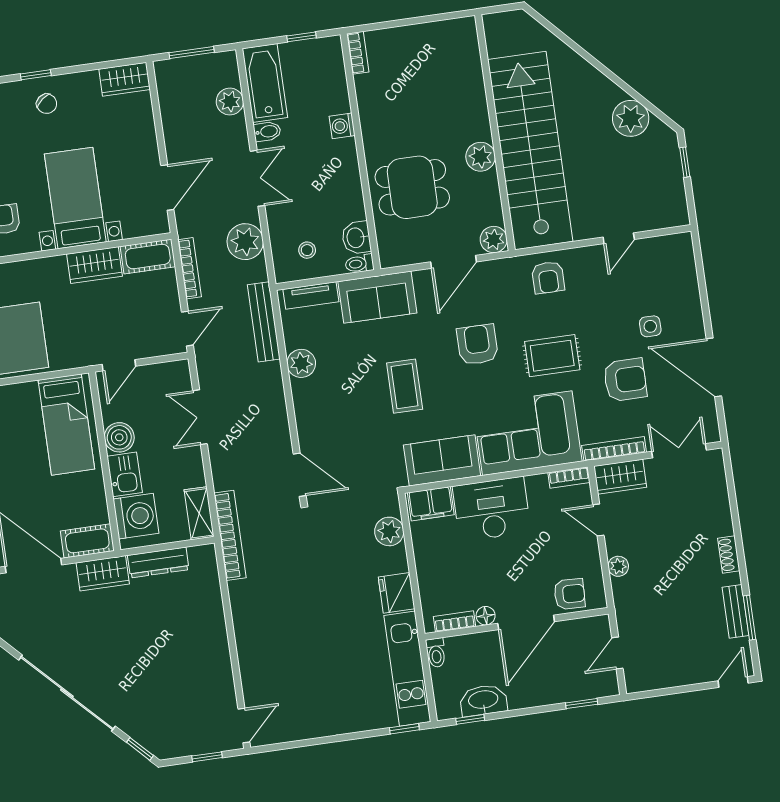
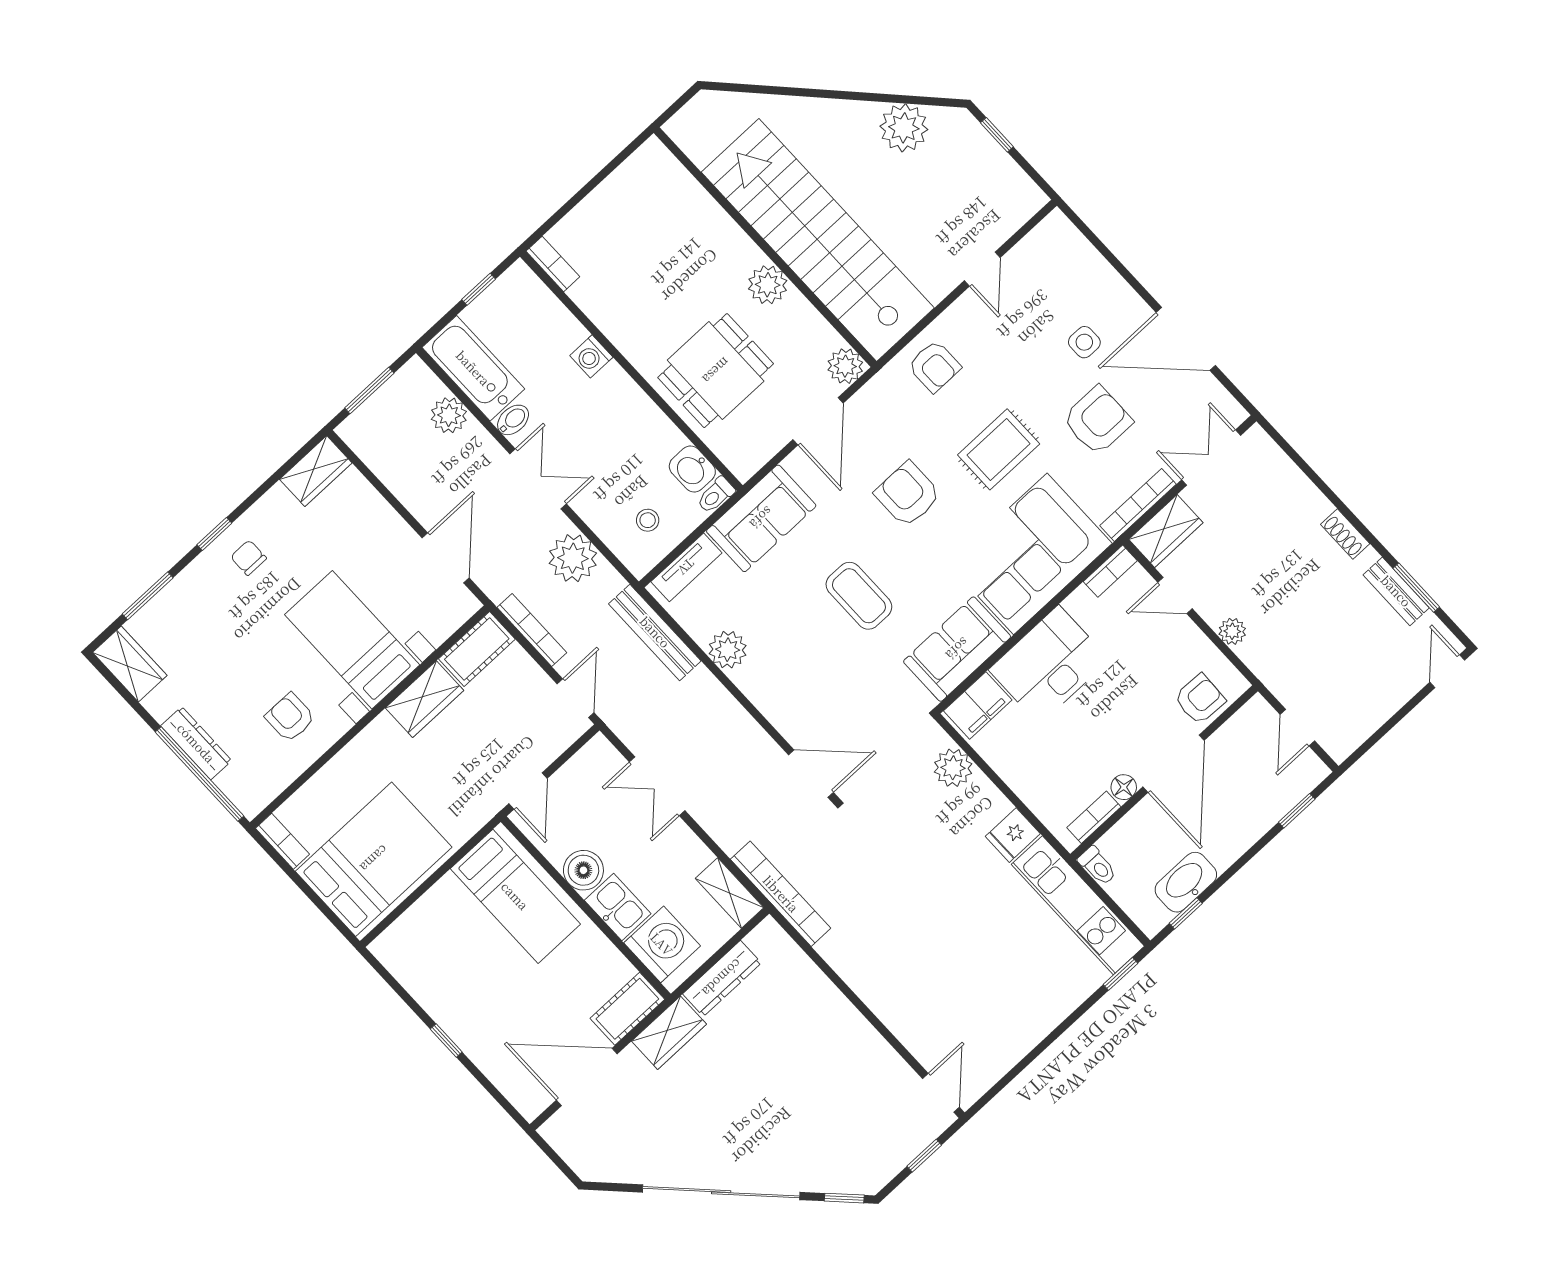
chair: (47, 104) -> (248, 558), turned -141
fridge: (397, 593) -> (1013, 835), width x0.72

